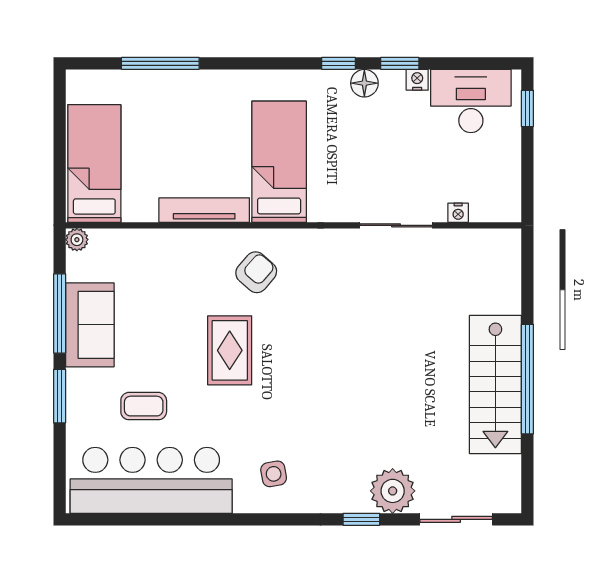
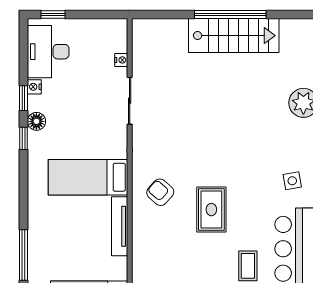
rug: (230, 350) -> (211, 210), turned 90

